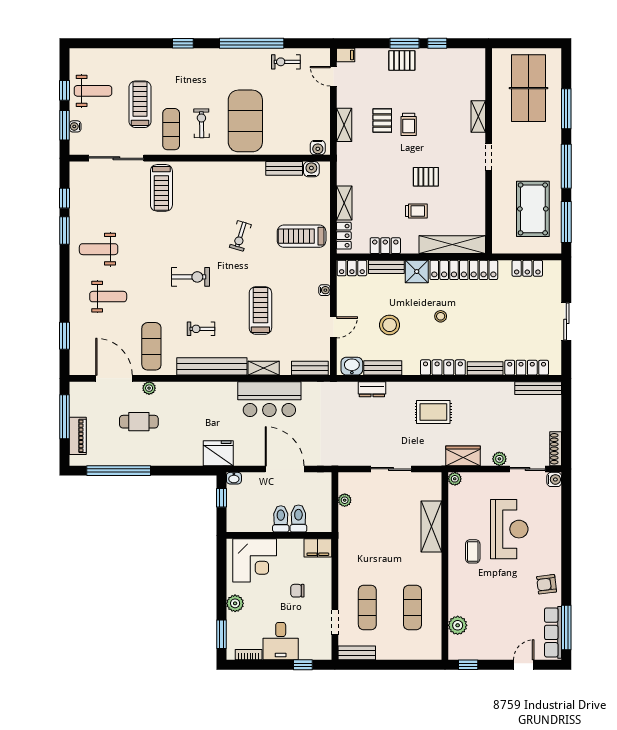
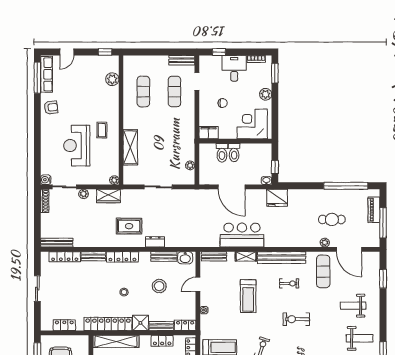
dresser: (372, 389) -> (155, 242), moved

